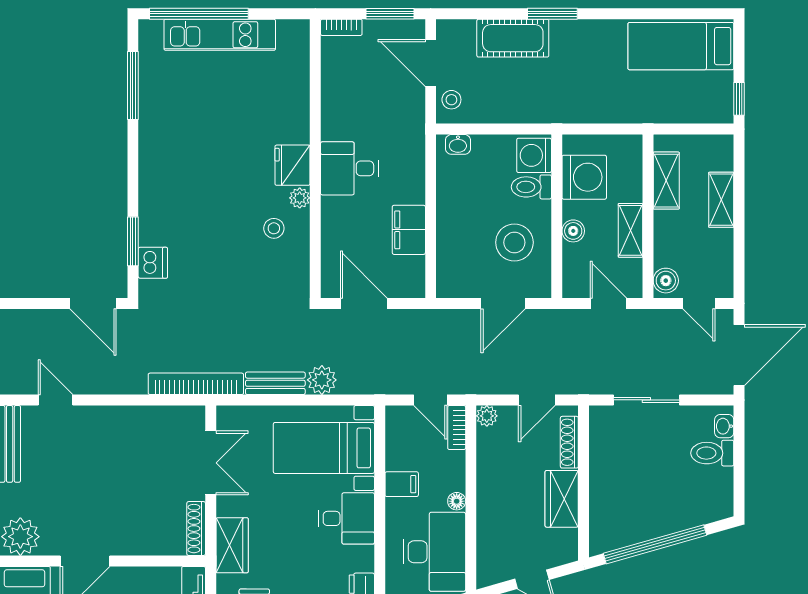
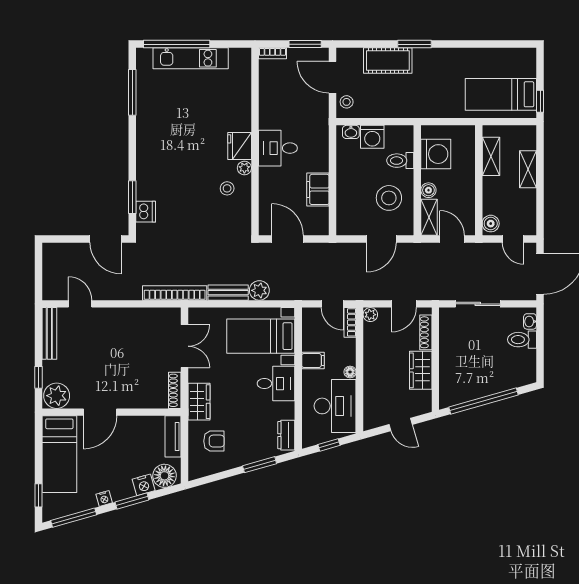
bed: (681, 46) -> (501, 94), moved
washing machine: (534, 155) -> (372, 137), moved, turned -90
shelving: (630, 230) -> (429, 217), moved

